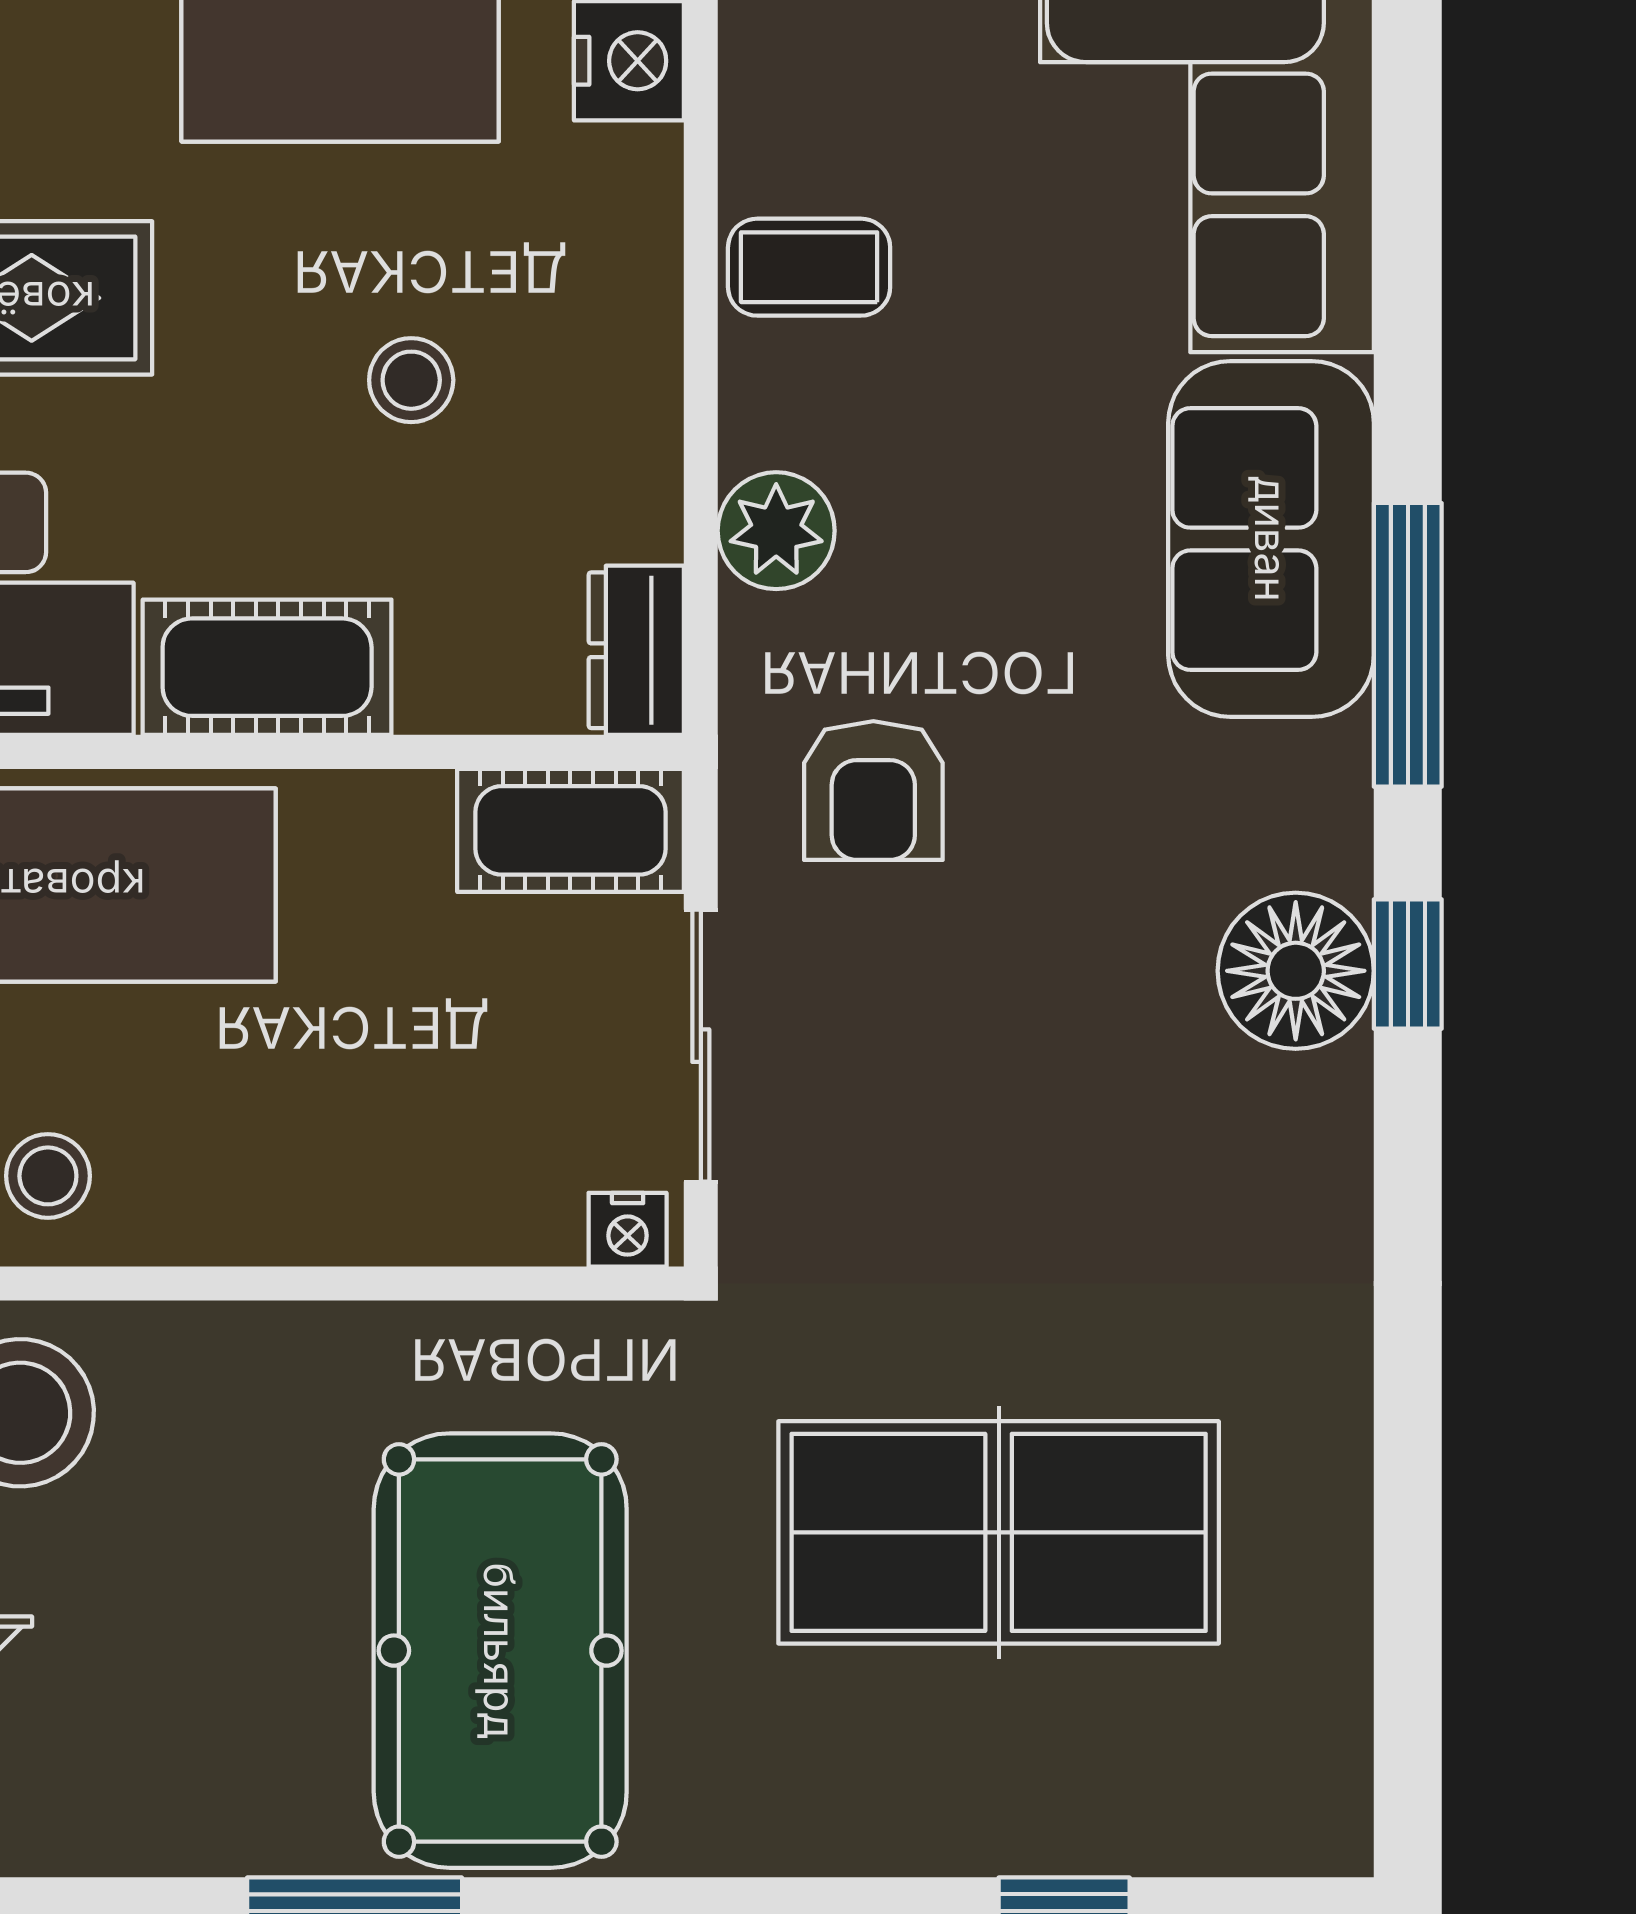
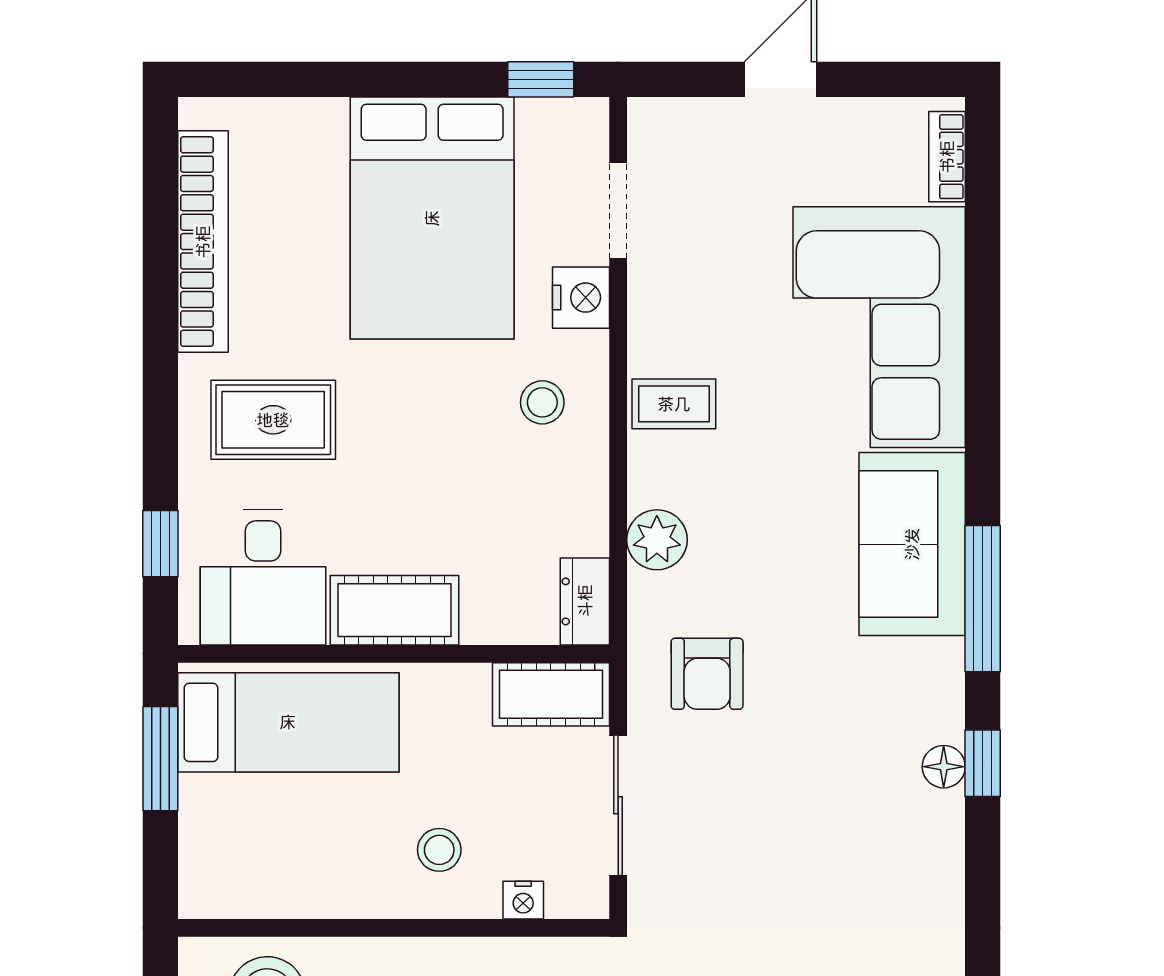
stool: (411, 380) -> (542, 402), moved
floor lamp: (1296, 971) -> (944, 767), width x0.53, depth x0.53
stool: (48, 1176) -> (439, 850), moved
nightstand: (628, 1230) -> (523, 900), moved

